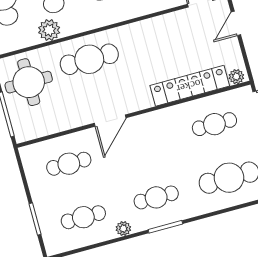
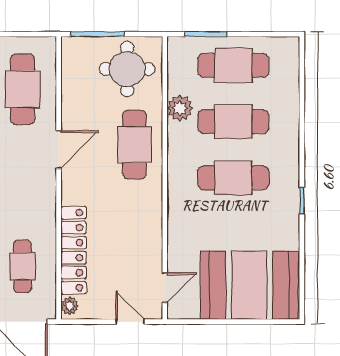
door: (110, 121) -> (59, 149), swing flipped
cafe table: (69, 164) -> (23, 89), width x1.37, depth x1.35

